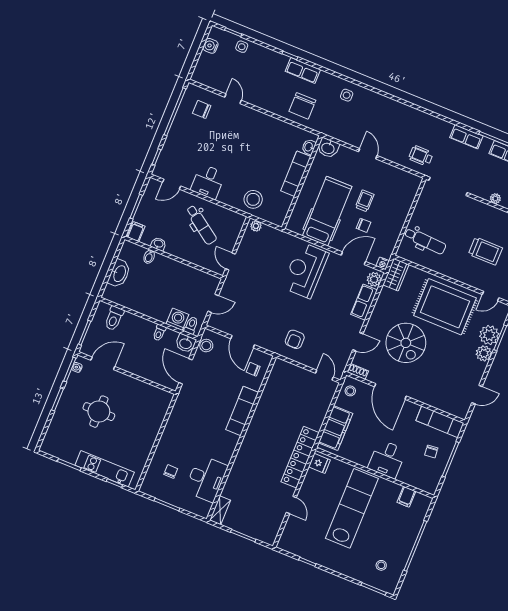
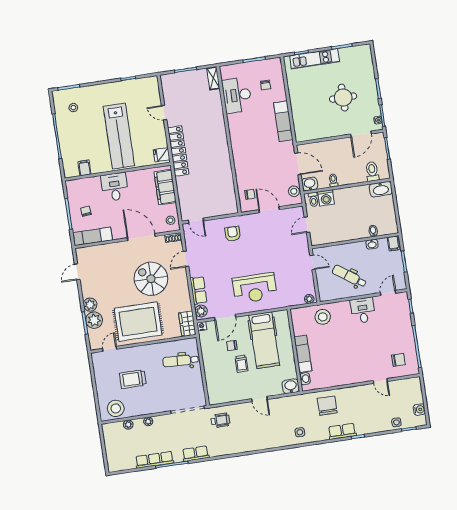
reception desk: (305, 270) -> (255, 288), turned 90
washbasin: (119, 273) -> (381, 189), moved, turned -90
exam couch: (242, 411) -> (283, 121), moved, turned 180

